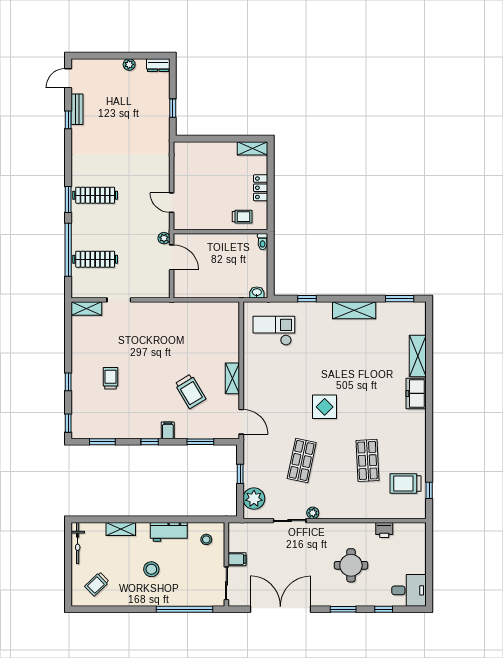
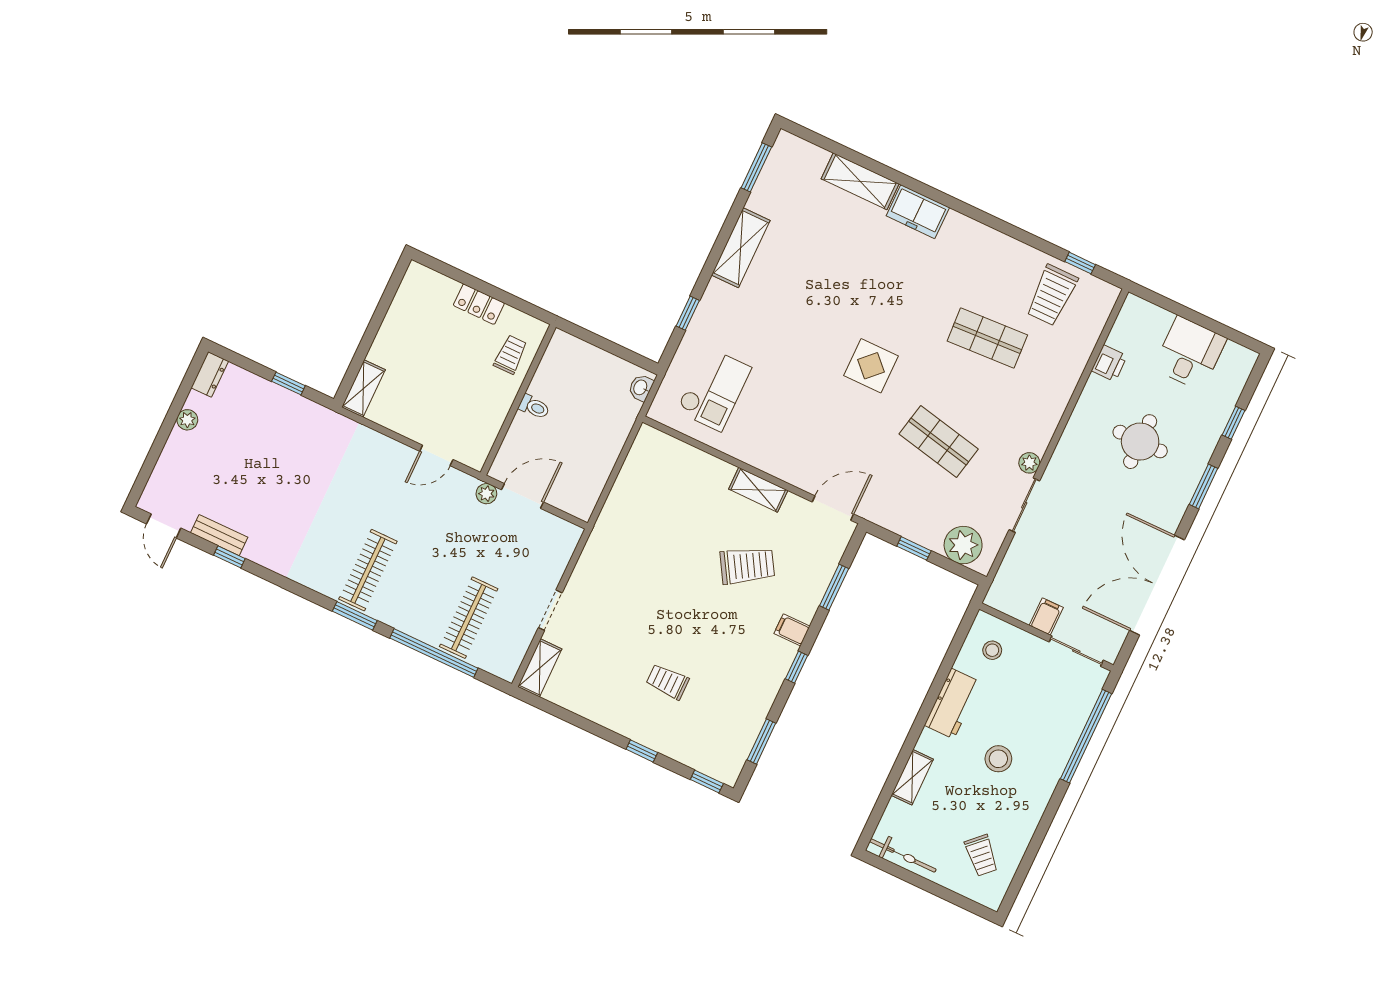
shelving: (252, 148) -> (363, 388), moved
toilet: (263, 242) -> (534, 407), moved
checkout: (274, 331) -> (714, 389), turned 180
desk: (409, 590) -> (1190, 353), moved

